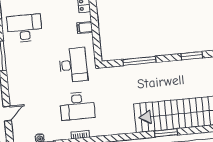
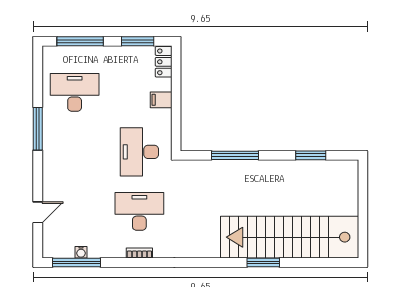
desk: (73, 65) -> (139, 152), turned 180
desk: (77, 106) -> (139, 211), turned 180

